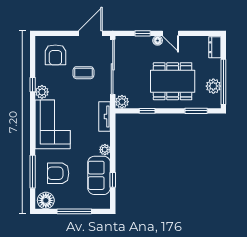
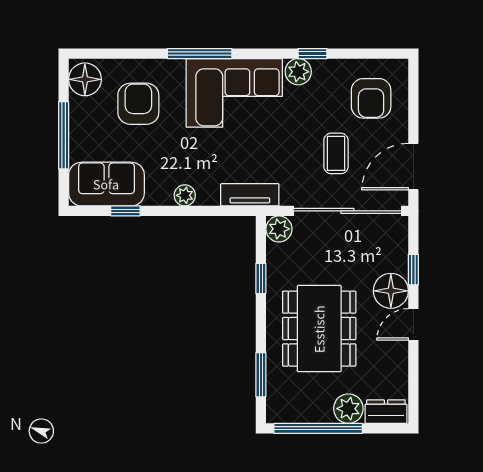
door: (90, 33) -> (413, 167), swing flipped
floor lamp: (158, 41) -> (391, 291), width x1.89, depth x1.89
armchair: (55, 55) -> (371, 98), turned -90
plant: (213, 86) -> (348, 409), moved
window: (33, 172) -> (200, 54), moved
sofa: (99, 175) -> (106, 184), moved

